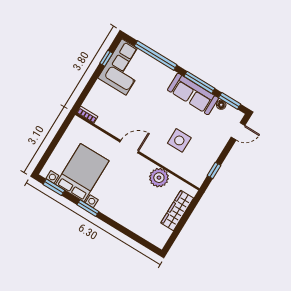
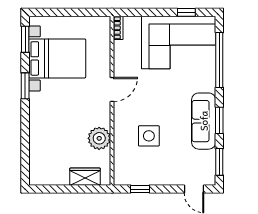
corner sofa: (124, 67) -> (179, 42), width x1.36, depth x1.36
window: (199, 82) -> (219, 120), width x0.69
floor lamp: (221, 105) -> (210, 156), removed
door: (129, 147) -> (112, 89), hinge flipped
wardrobe: (177, 211) -> (85, 177), width x0.67

